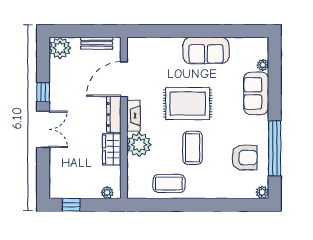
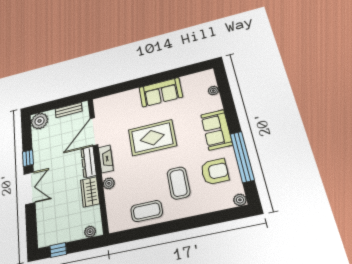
sofa: (256, 93) -> (216, 130), moved
plant: (139, 145) -> (109, 183), width x0.53, depth x0.53
coffee table: (193, 148) -> (179, 183), moved

